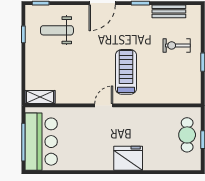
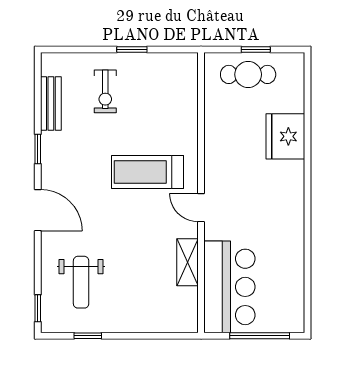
shelving: (40, 97) -> (188, 262), moved
bar counter: (41, 142) -> (229, 287), moved, turned 90
fridge: (128, 158) -> (285, 136), moved

